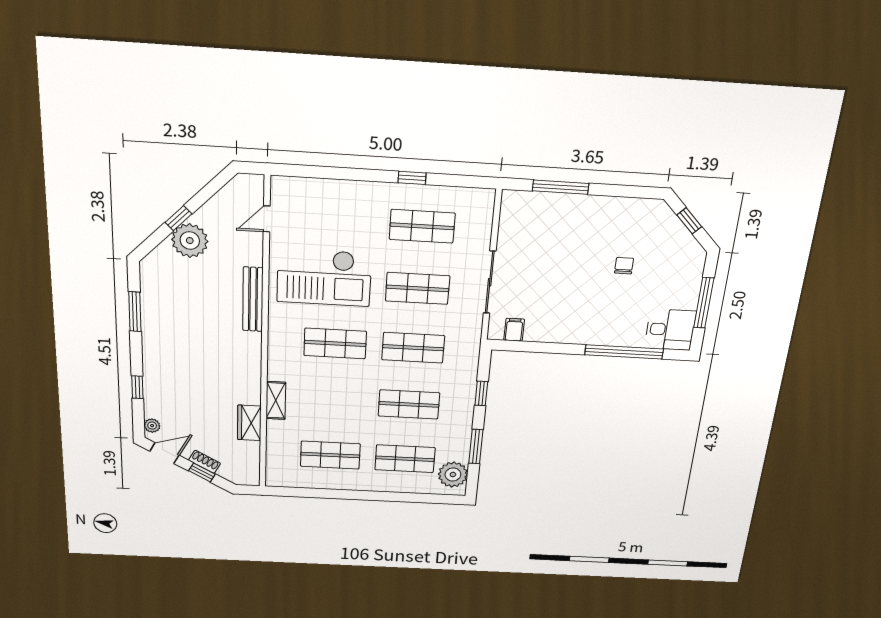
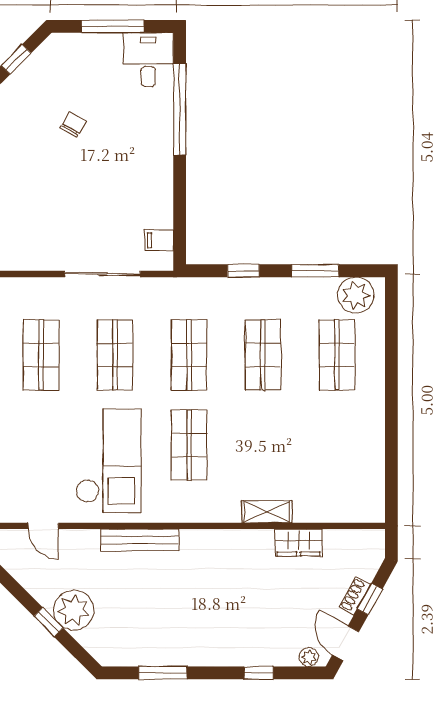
chair: (624, 266) -> (73, 124), turned 120
shop shelf: (330, 455) -> (337, 445), removed

